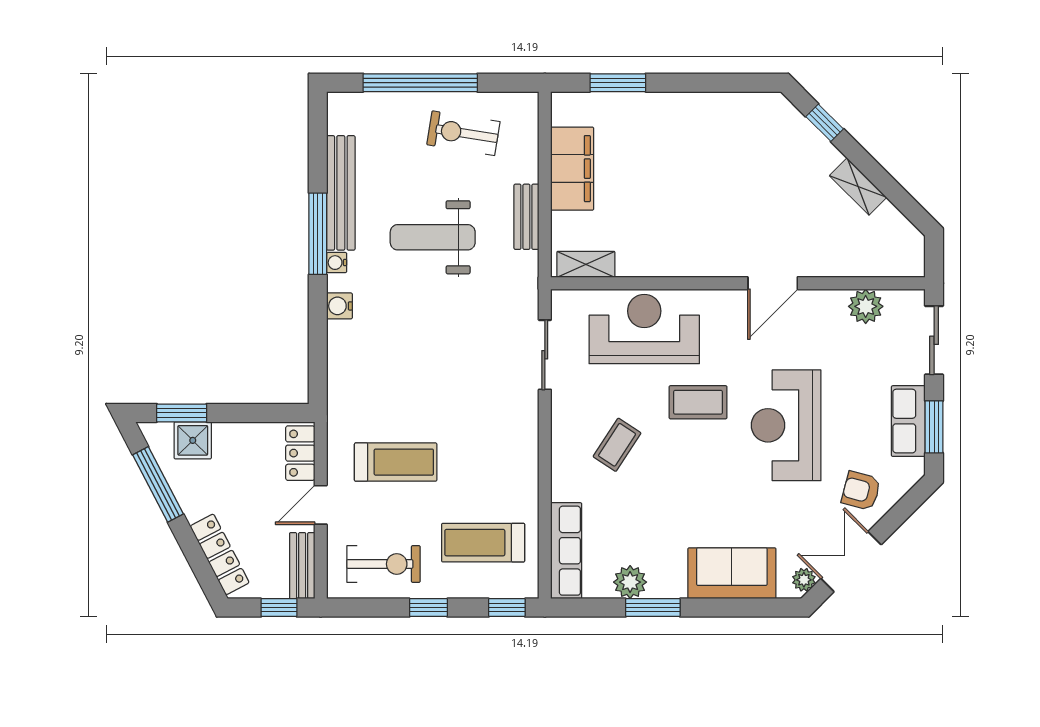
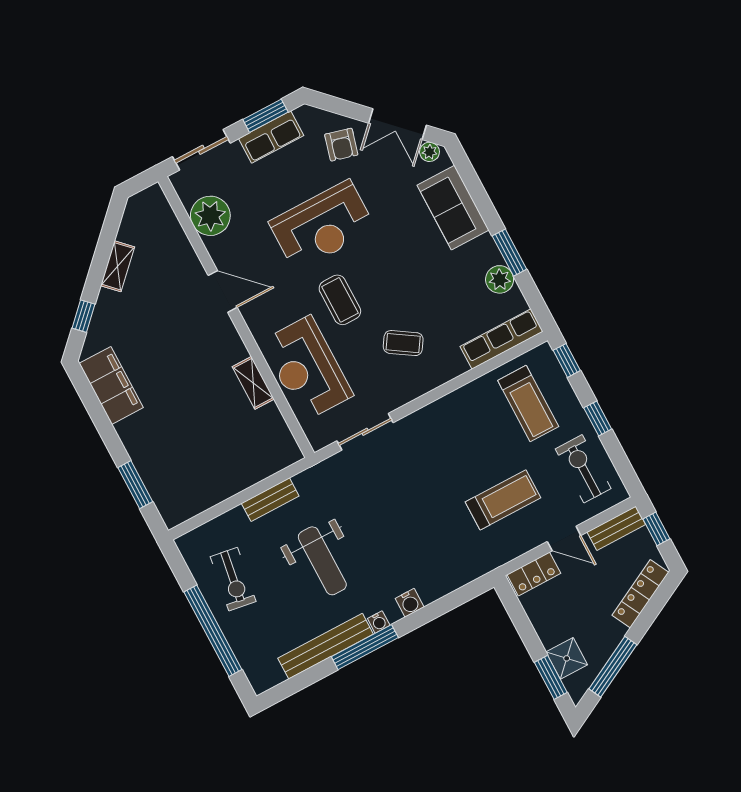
filing cabinet: (572, 169) -> (111, 385), moved, turned 90
shelving: (586, 264) -> (253, 383), moved
plant: (866, 306) -> (210, 216), width x1.36, depth x1.36
treadmill: (396, 462) -> (503, 500), turned 90

